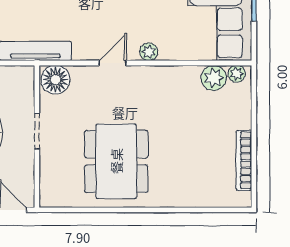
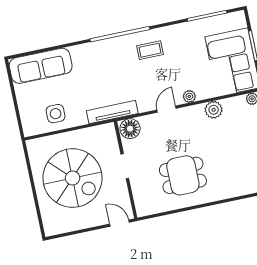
plant: (214, 78) -> (214, 110), moved
dining table: (116, 161) -> (183, 175), width x0.73

